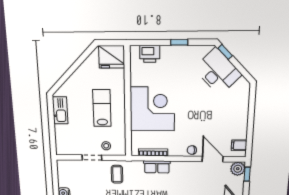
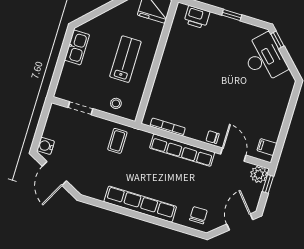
corner desk: (152, 109) -> (182, 77), removed
doorway: (92, 158) -> (80, 108), moved
row of seats: (157, 167) -> (182, 150), width x2.02

